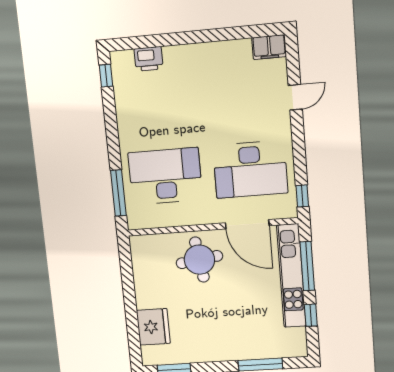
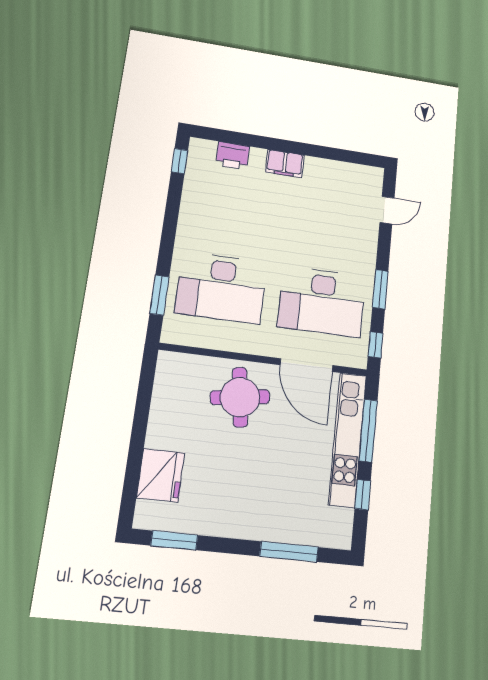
filing cabinet: (269, 47) -> (285, 164), moved
door: (295, 97) -> (387, 210), moved
window: (299, 148) -> (380, 289), added
desk: (165, 176) -> (221, 288), turned 180
window: (118, 193) -> (159, 295), width x0.69

